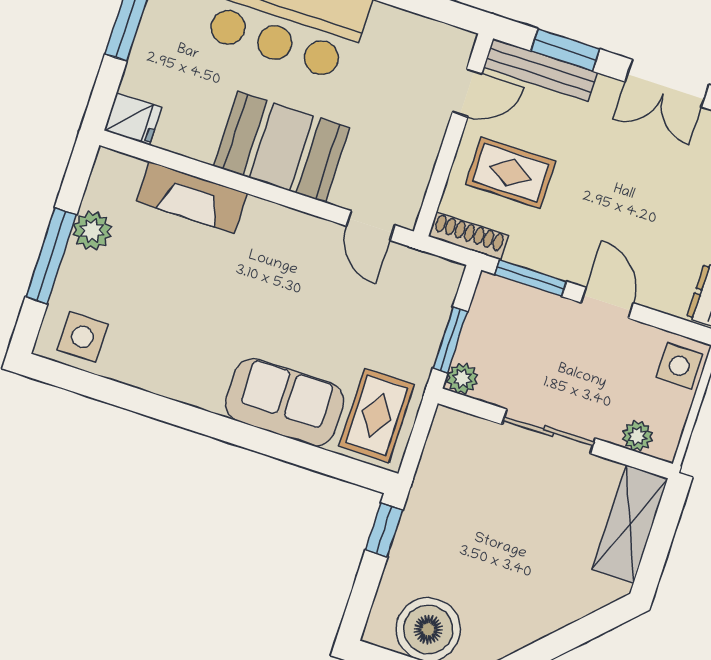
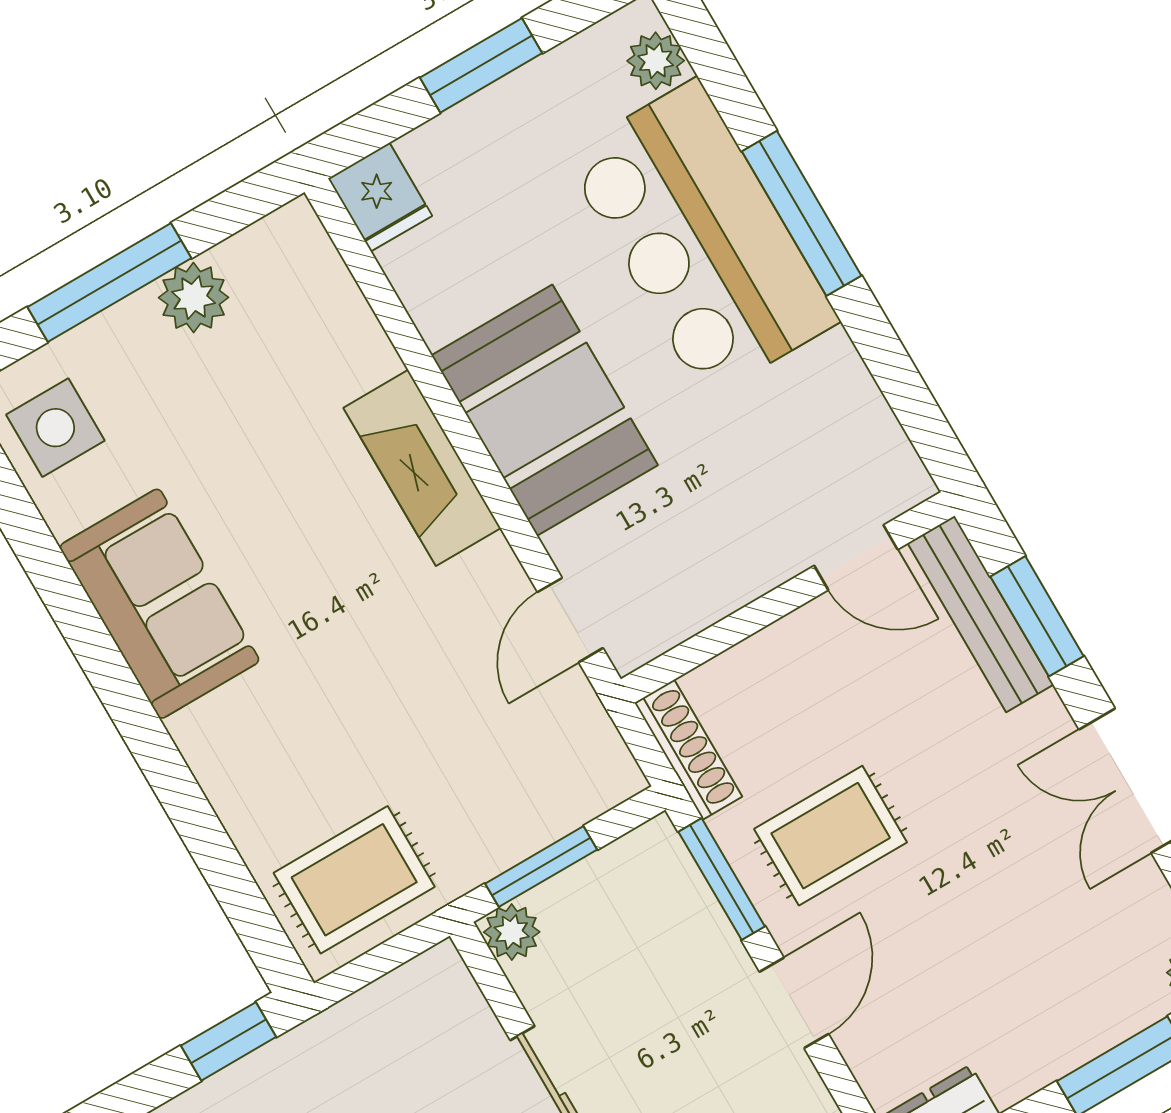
rug: (511, 173) -> (831, 836), moved, turned 90
fireplace: (192, 197) -> (422, 468), moved
sofa: (284, 402) -> (159, 604), moved

